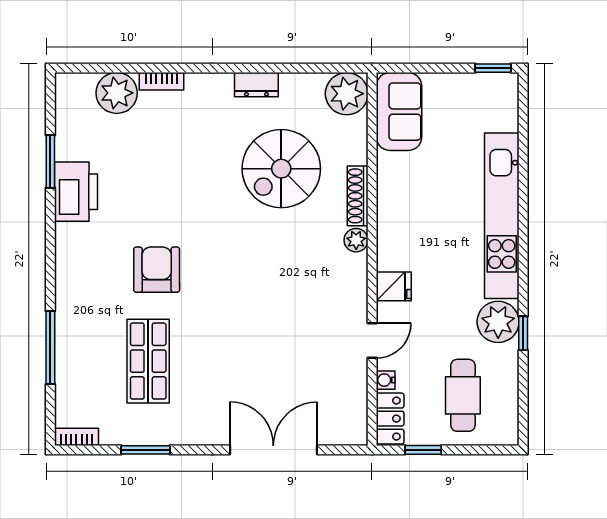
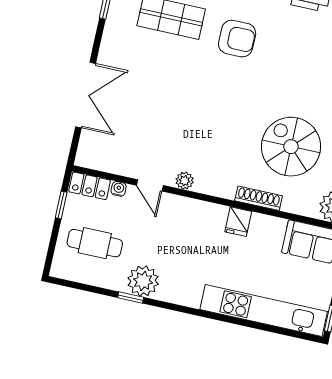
kitchen unit: (502, 216) -> (264, 311), moved
plant: (356, 240) -> (185, 181), moved
fridge: (394, 286) -> (238, 222), moved

